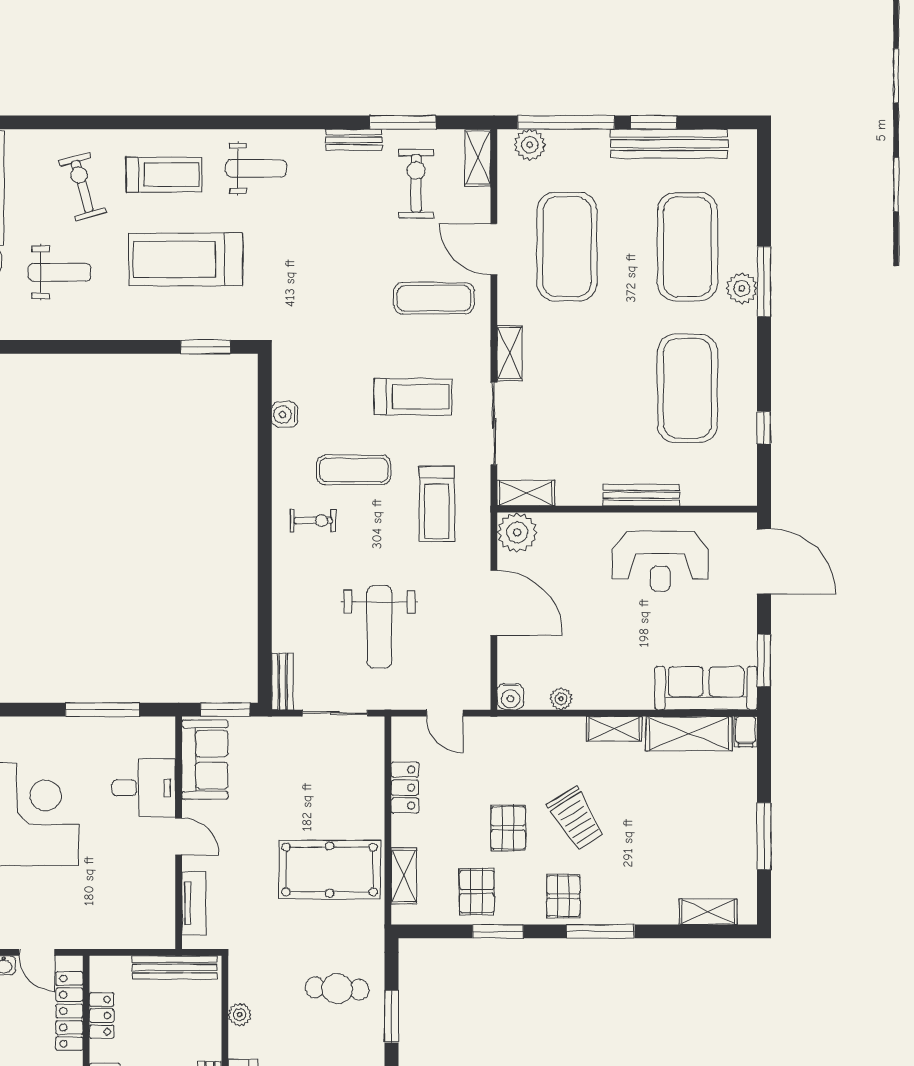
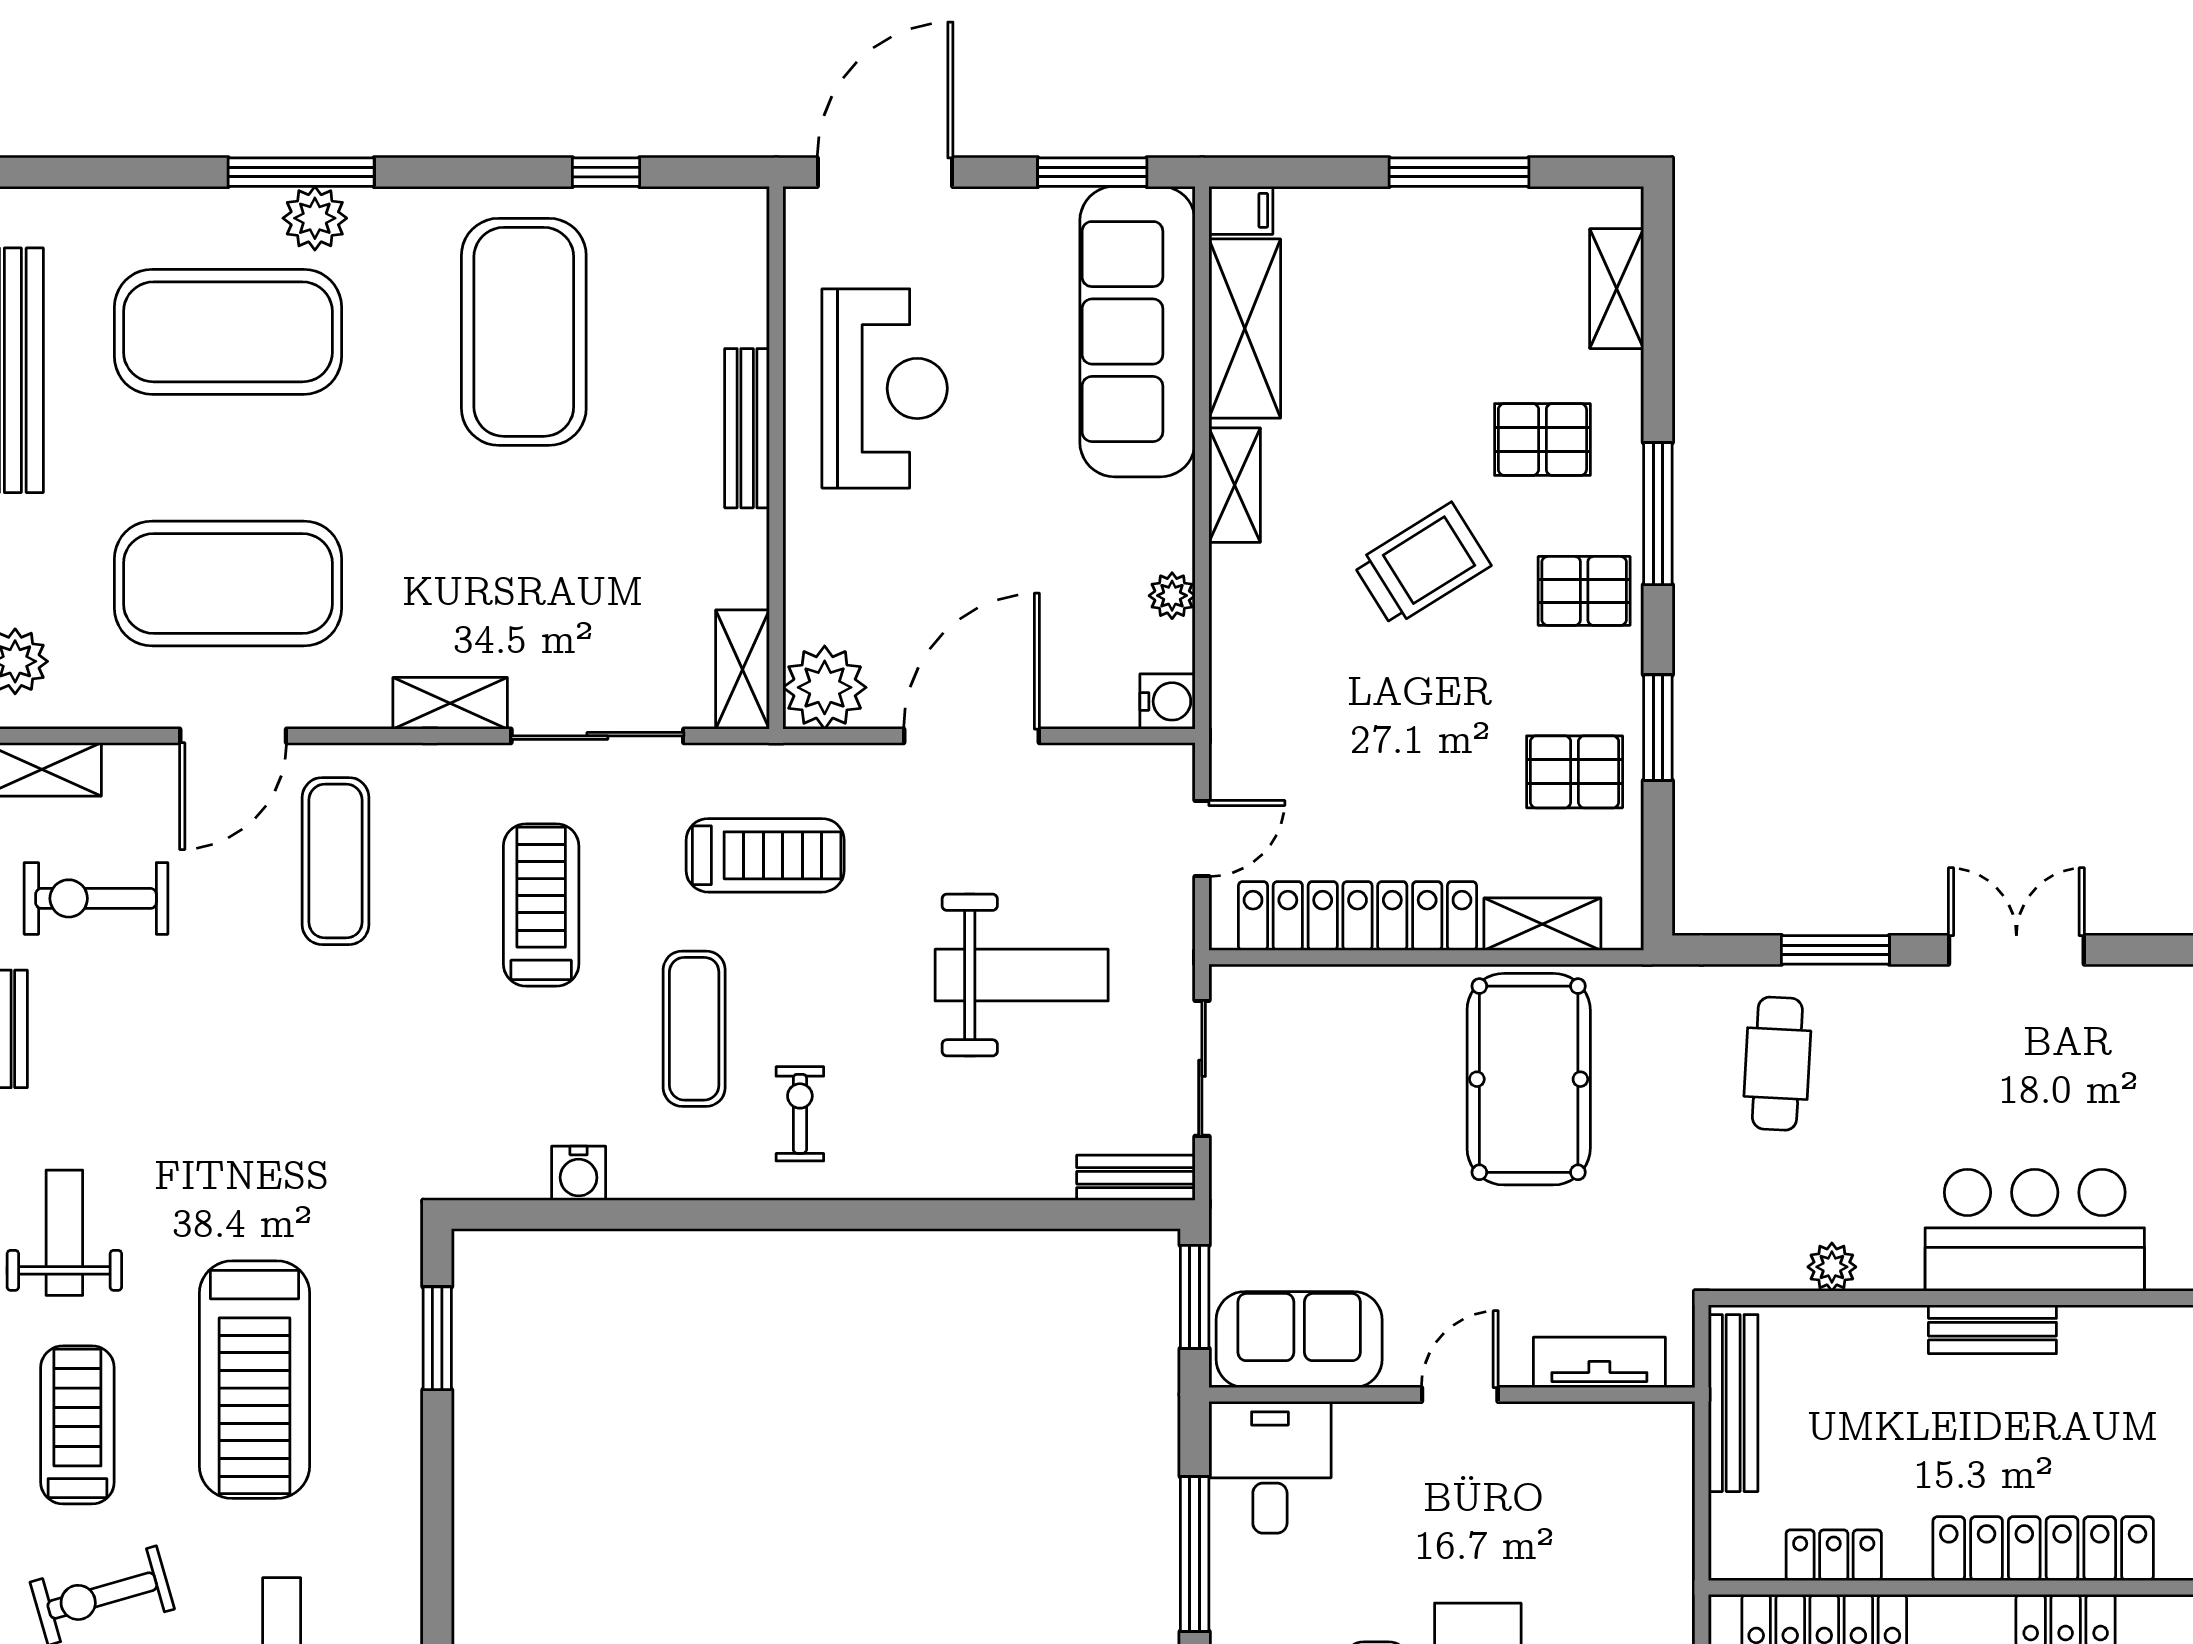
exercise mat: (687, 388) -> (524, 332), turned 90
sofa: (706, 688) -> (1137, 332), width x1.36, depth x1.27
desk: (144, 788) -> (1270, 1467), moved
locker: (405, 788) -> (1357, 916), width x2.16, depth x1.21
pallet: (508, 828) -> (1542, 439), moved

